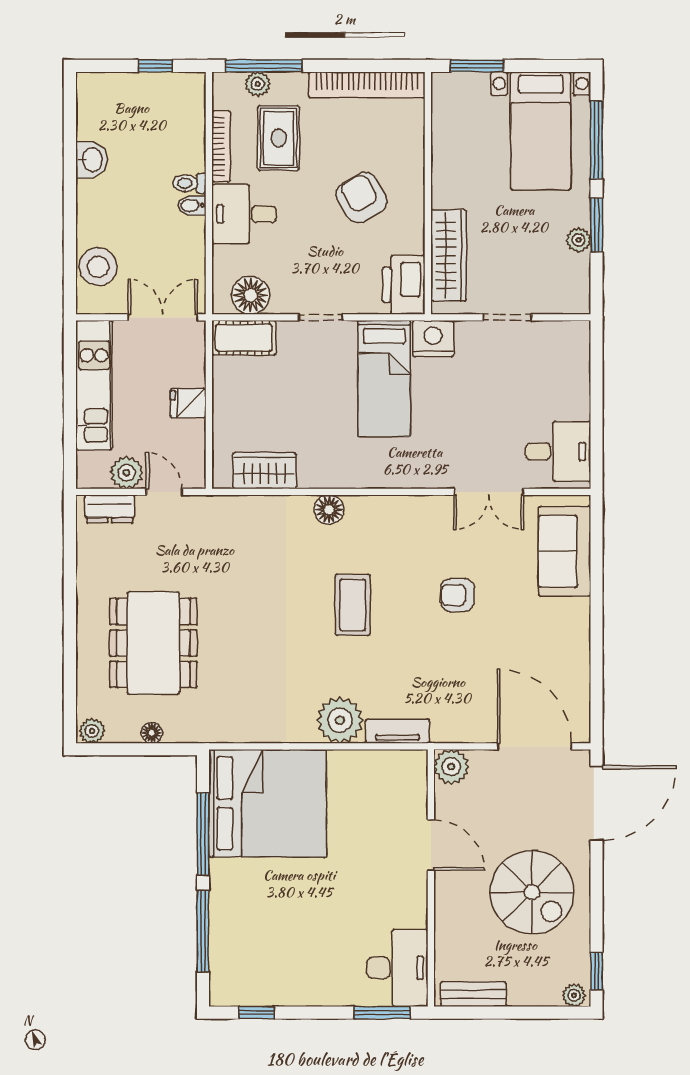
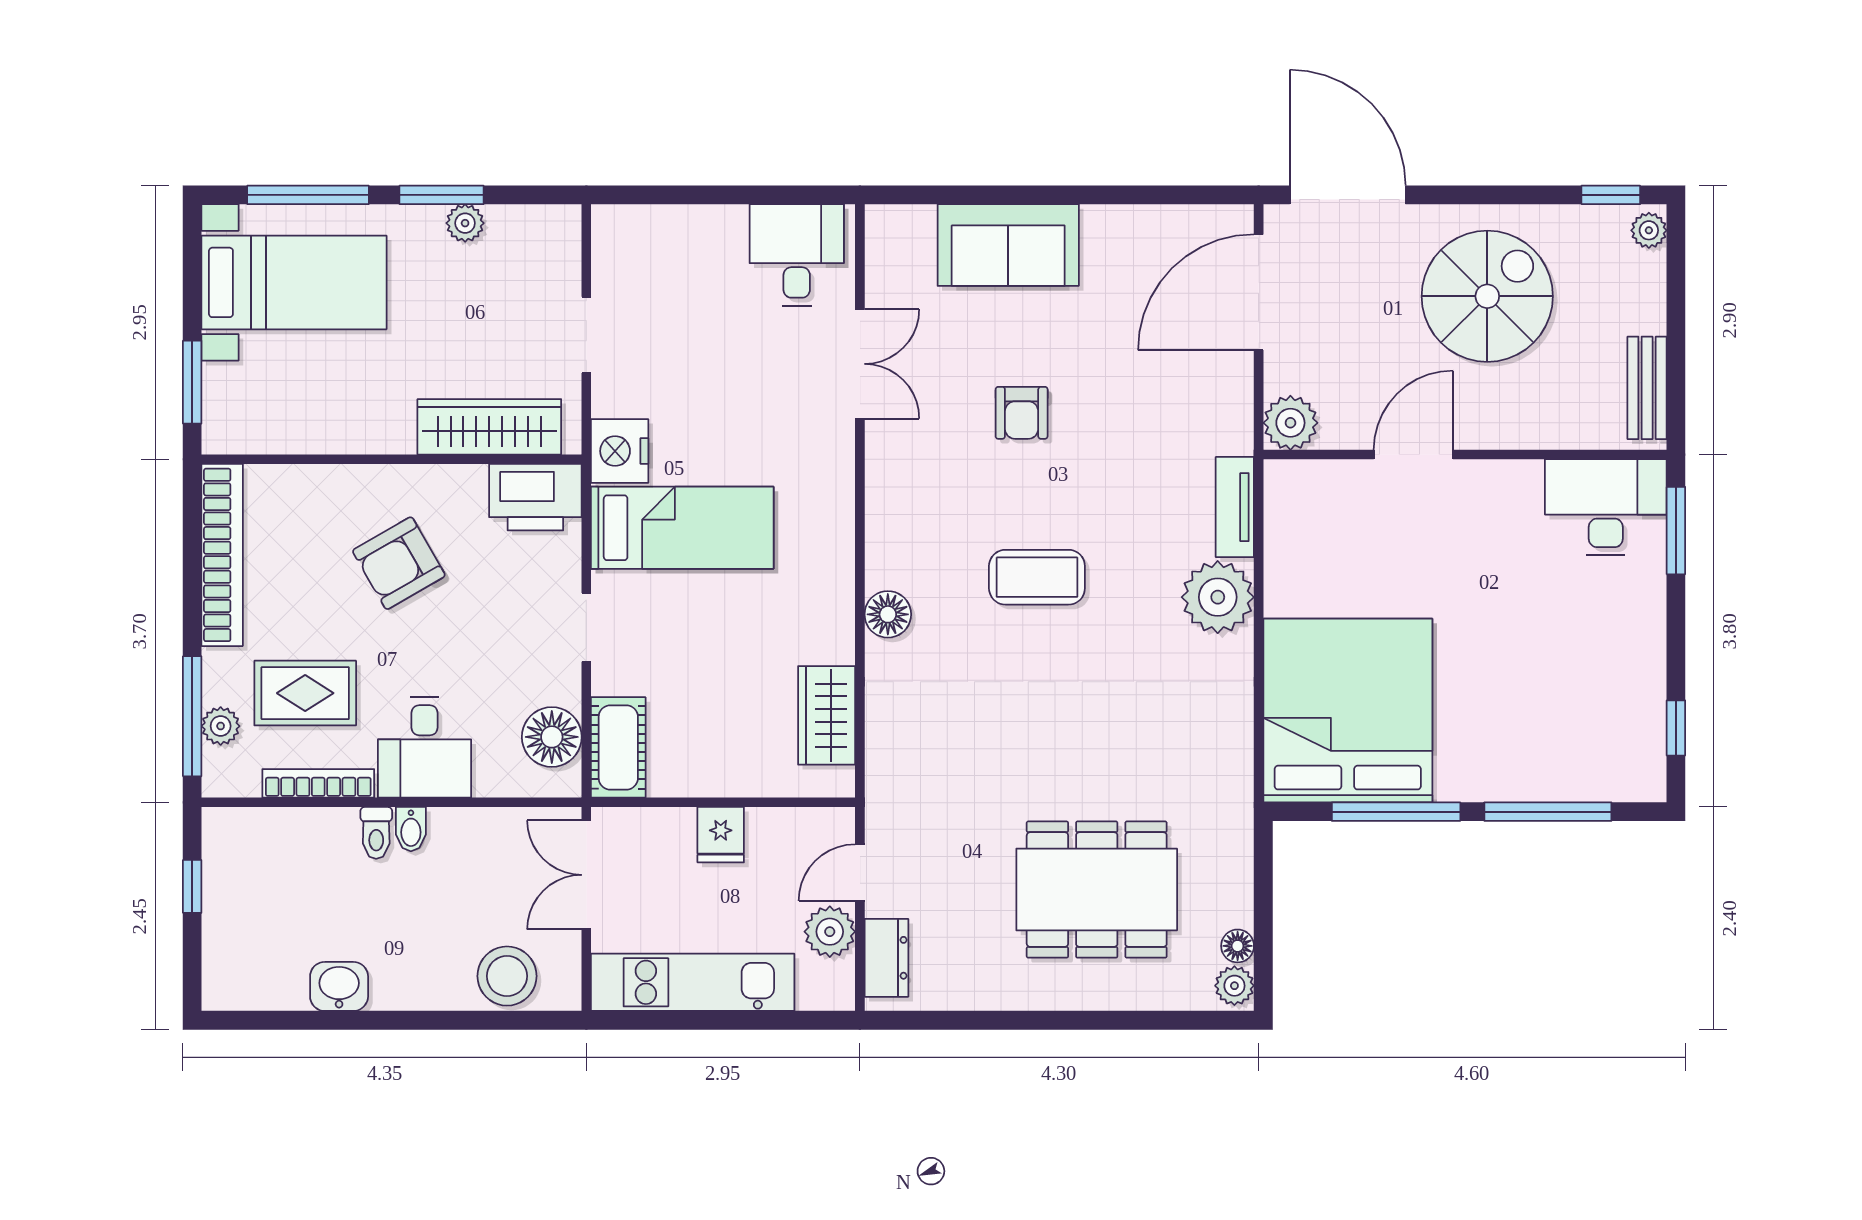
sofa: (565, 551) -> (1008, 245), moved
floor lamp: (152, 733) -> (1238, 946), moved

